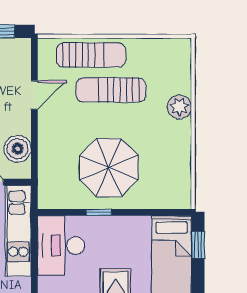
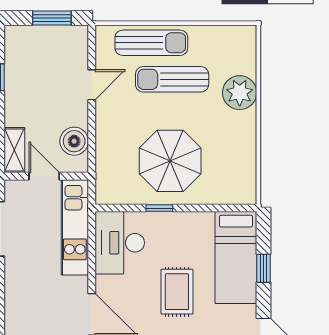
plant: (180, 107) -> (240, 93), width x1.36, depth x1.36
window: (198, 245) -> (264, 268), moved

